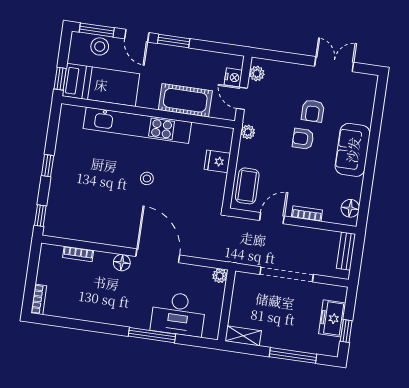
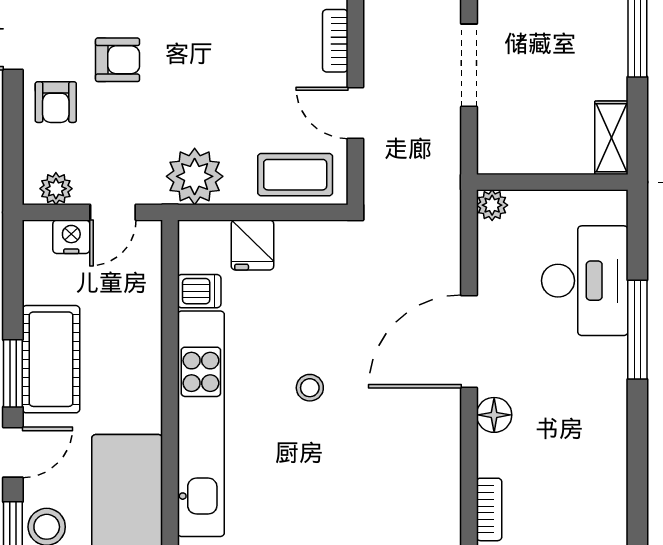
cot: (185, 100) -> (51, 359), moved
plant: (248, 132) -> (195, 176), width x1.87, depth x1.87
dishwasher: (199, 133) -> (199, 291), added
armchair: (303, 139) -> (56, 102), moved
doorway: (287, 274) -> (469, 65), width x0.73

